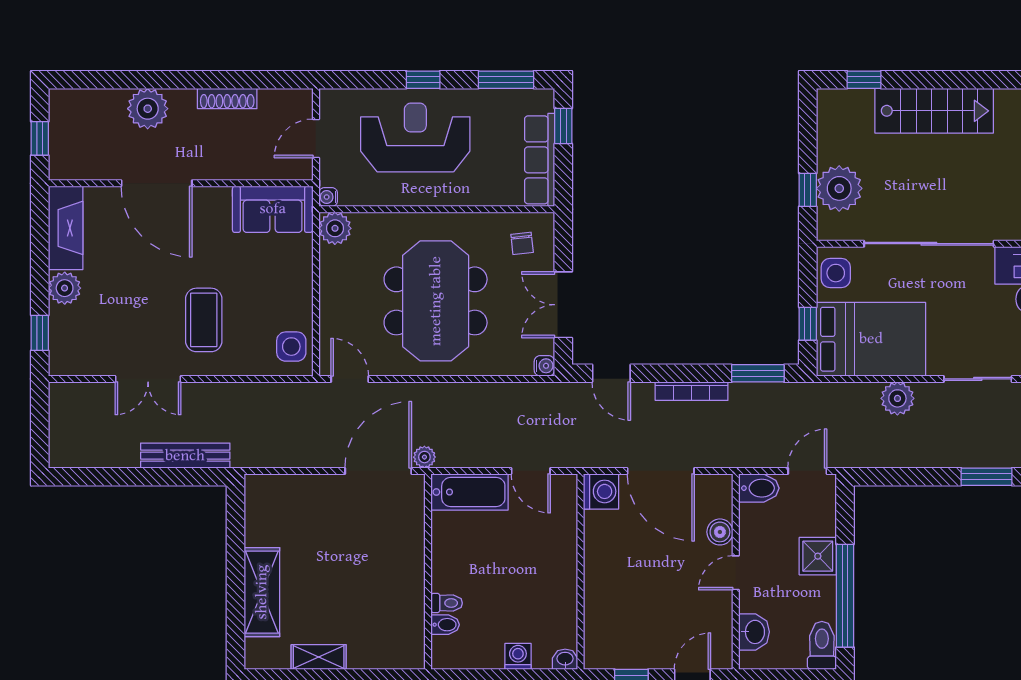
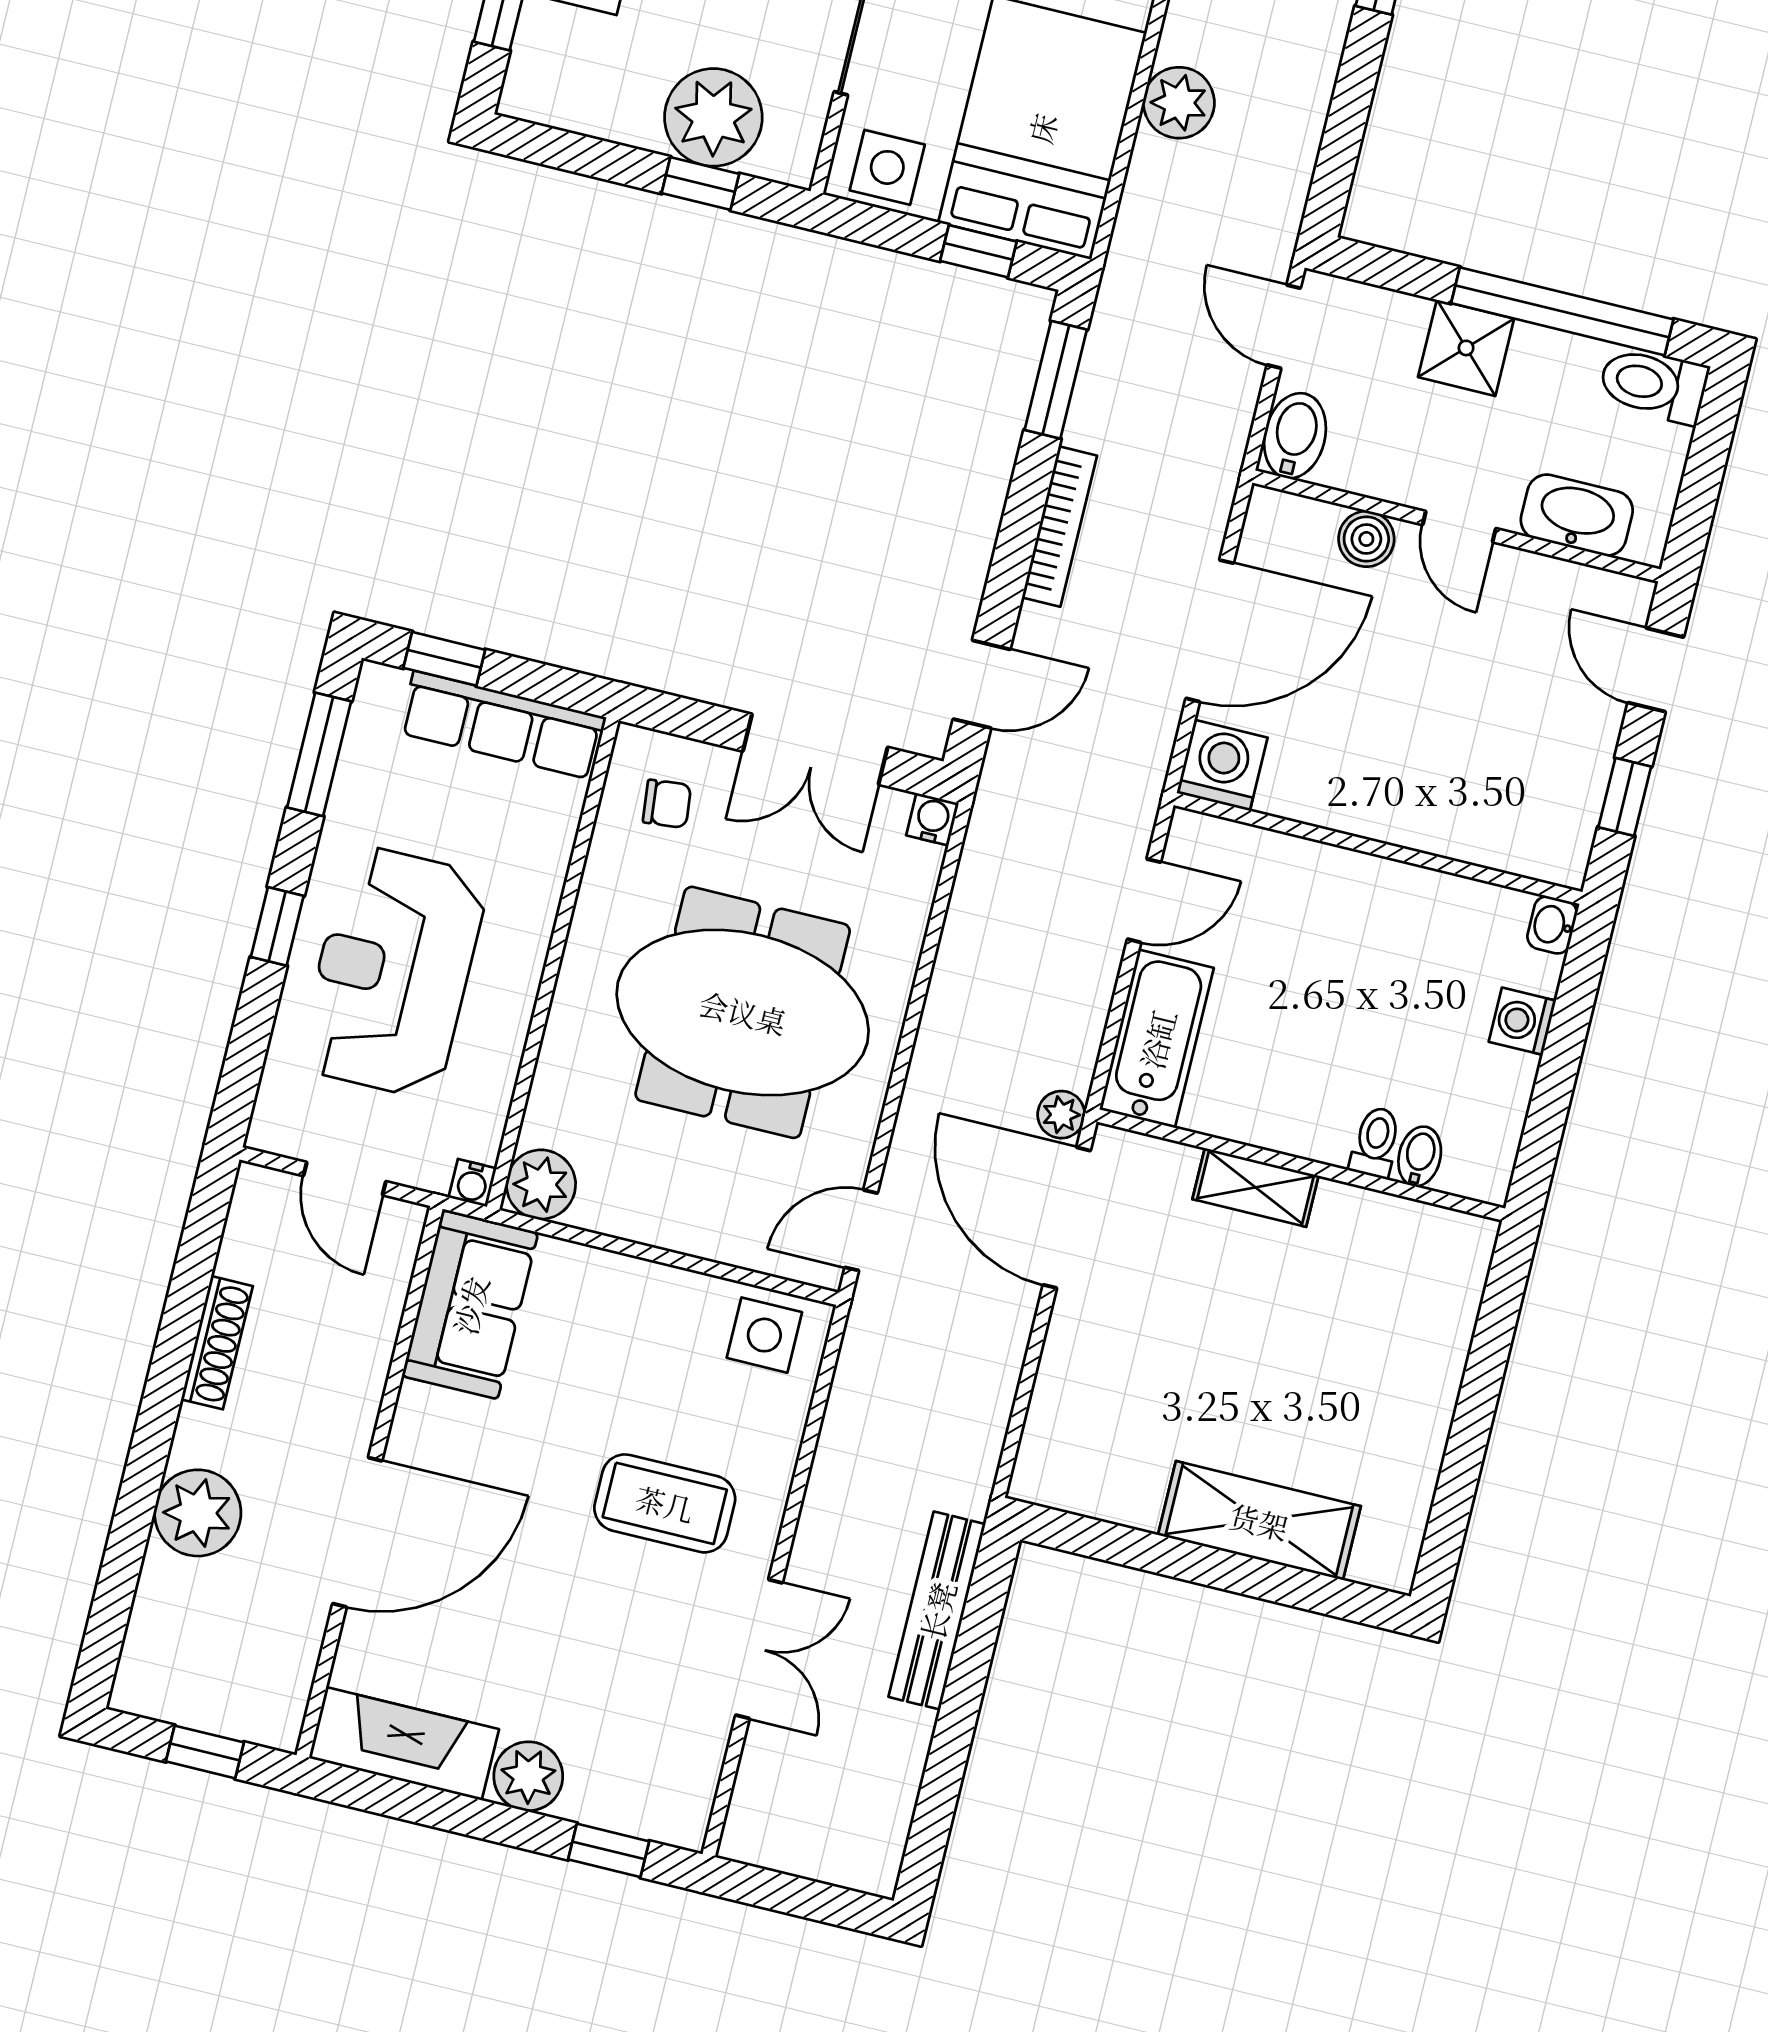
washbasin: (754, 632) -> (1577, 515), width x1.38
shelving: (319, 657) -> (1256, 1187), moved, turned 90

